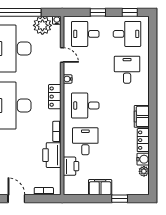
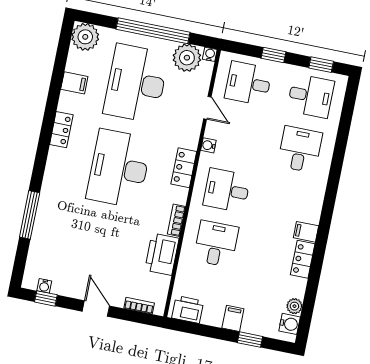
filing cabinet: (142, 116) -> (306, 232), width x0.50
water cooler: (143, 159) -> (290, 324), moved
printer: (71, 166) -> (188, 309), moved, turned -90
filing cabinet: (100, 187) -> (233, 318), width x0.50

